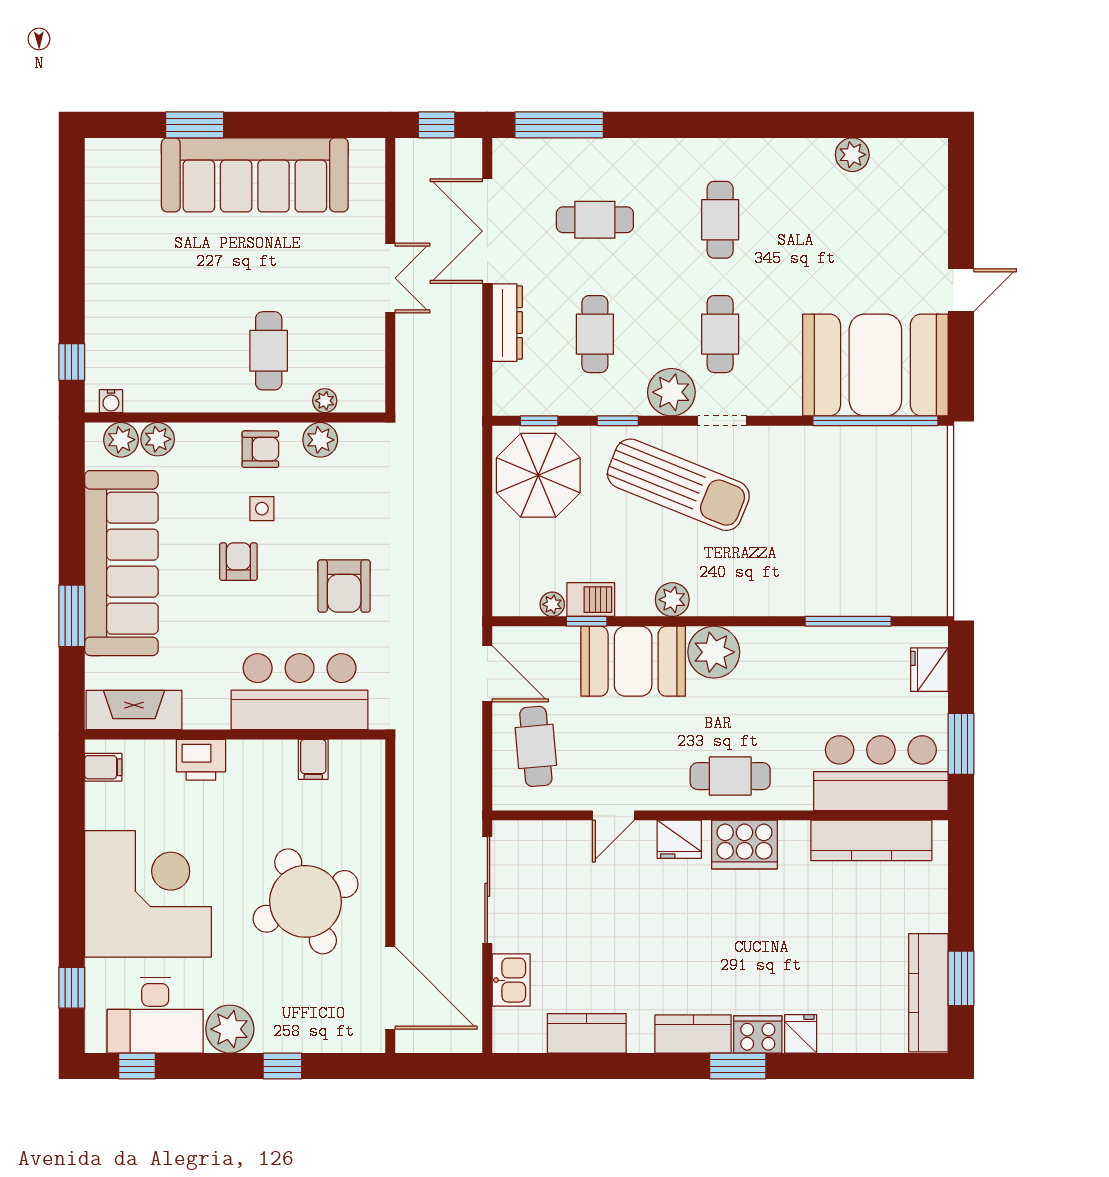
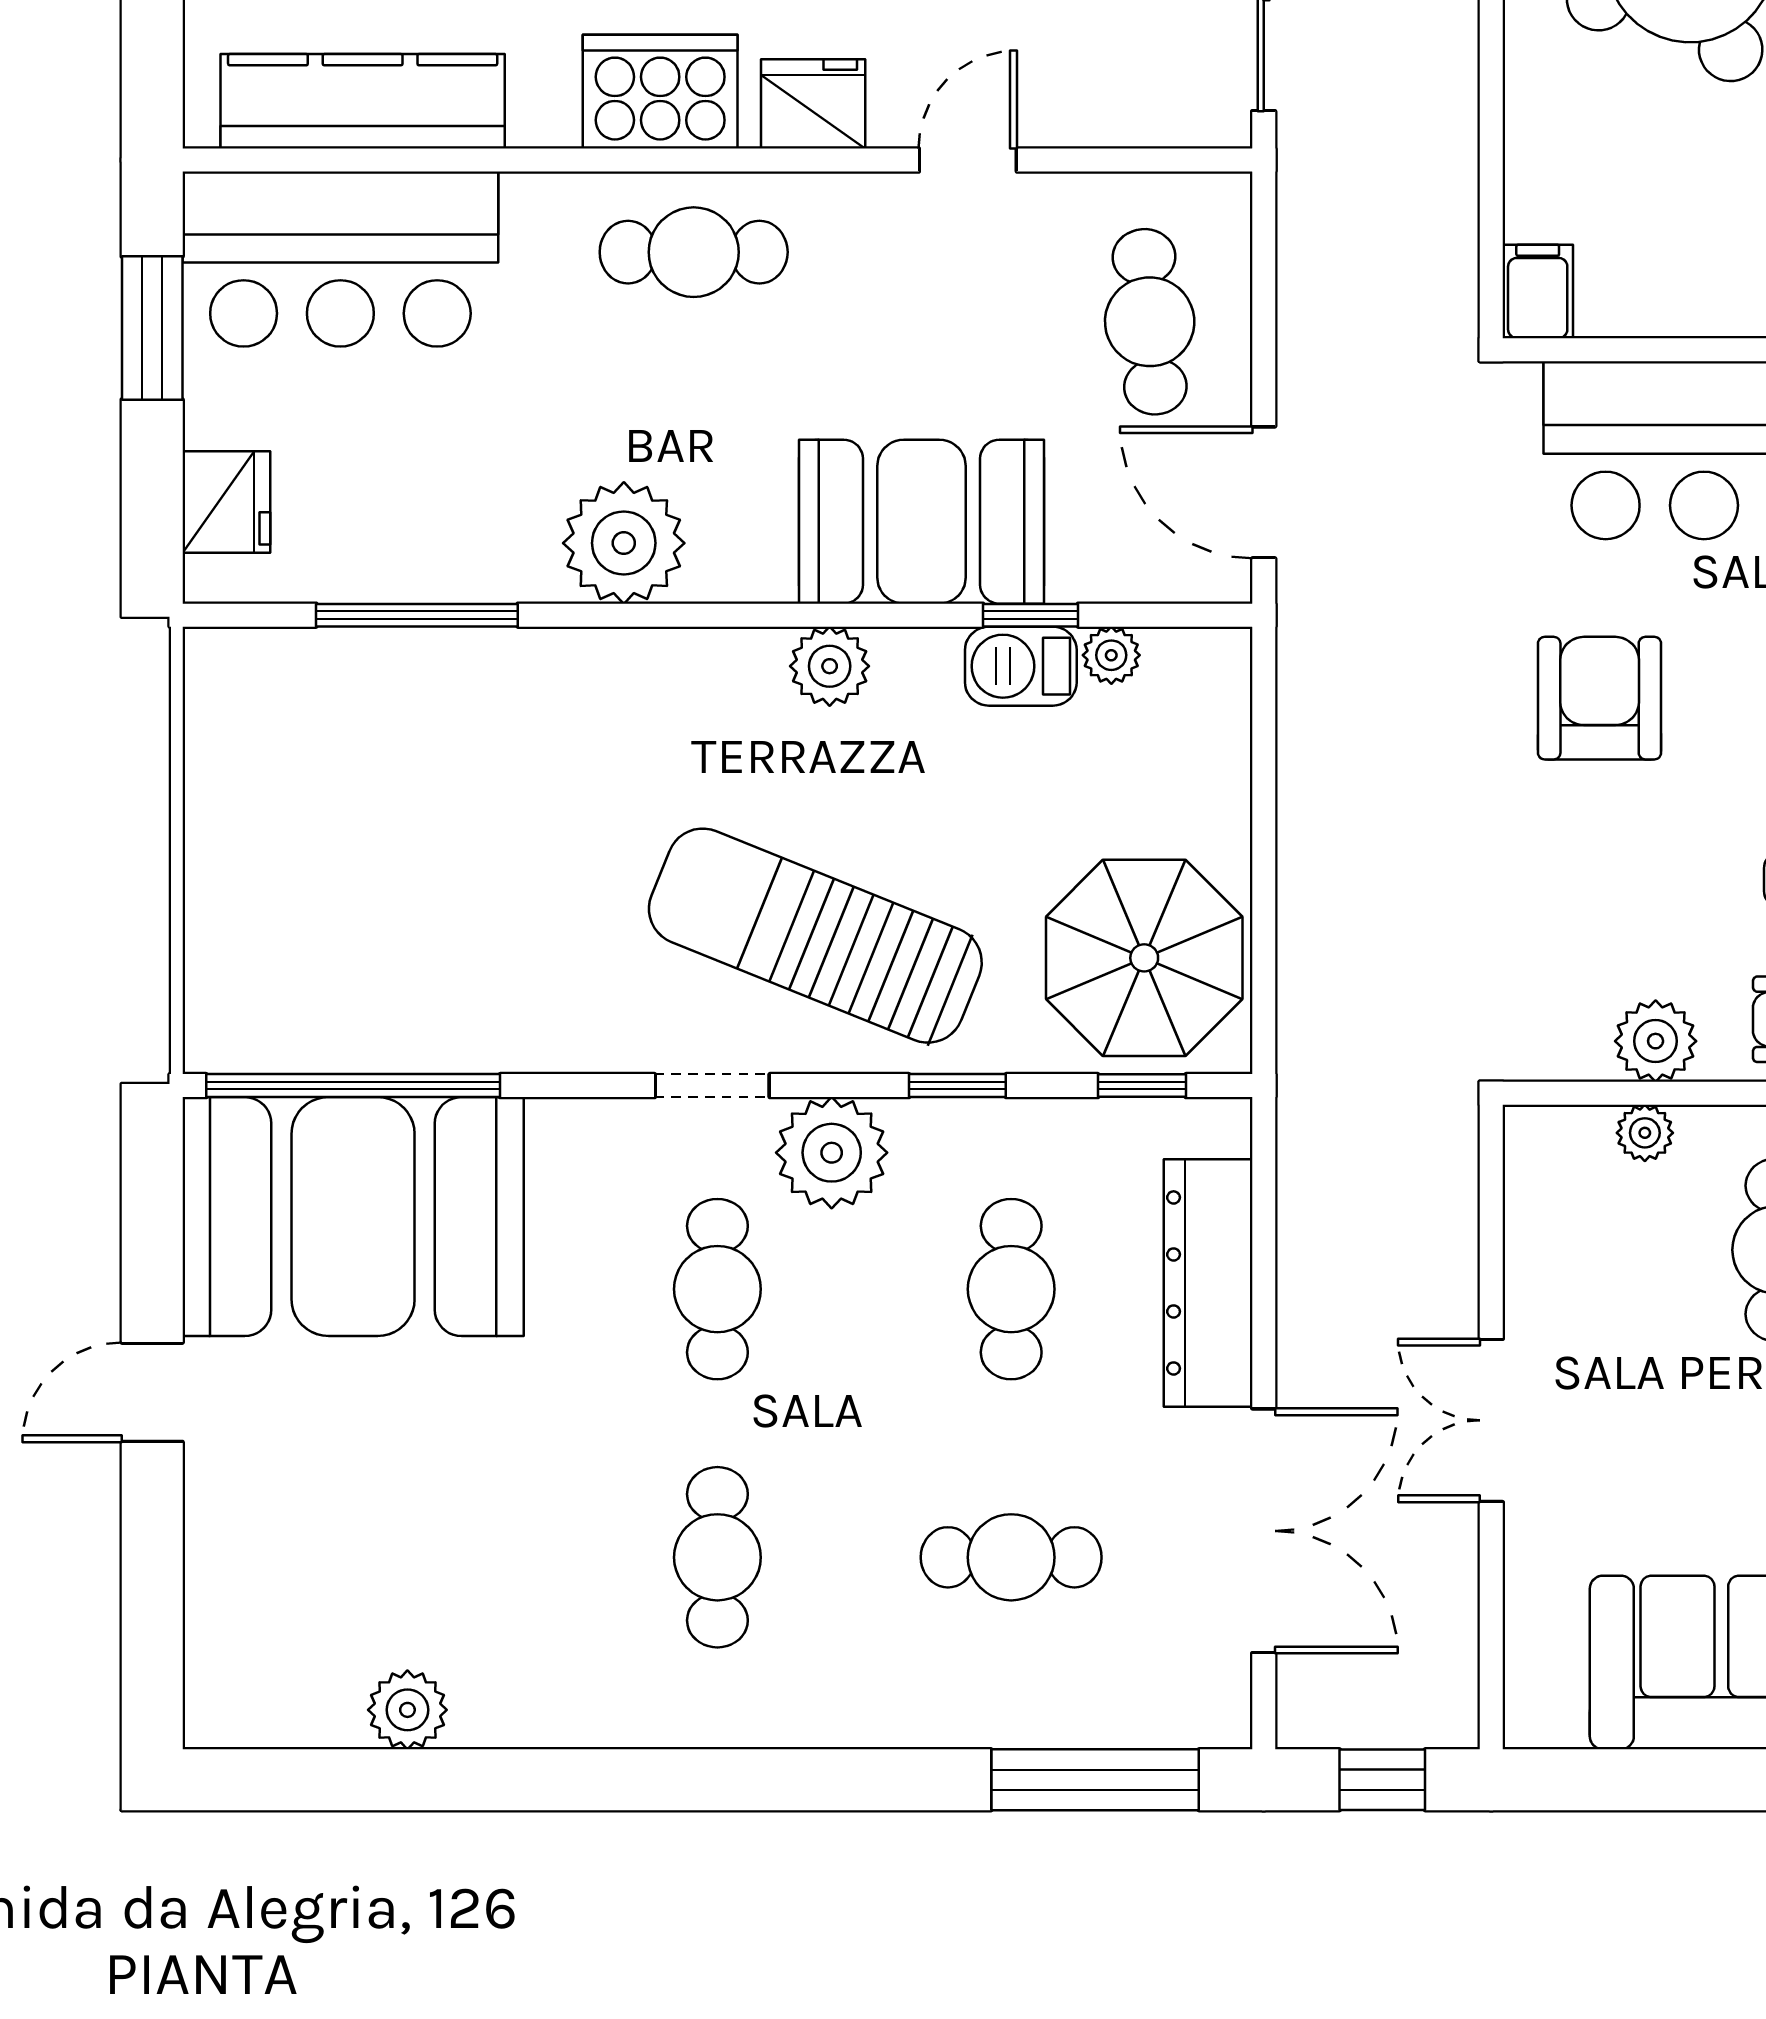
dresser: (507, 323) -> (1208, 1283), width x1.37, depth x1.24
plant: (714, 652) -> (624, 543), moved
filing cabinet: (313, 759) -> (1538, 291), moved

